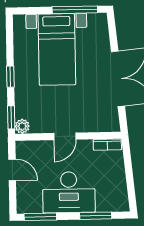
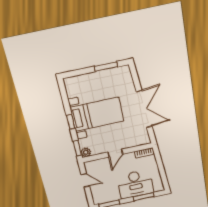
window: (75, 10) -> (106, 67), width x0.69
bed with nightstands: (57, 49) -> (97, 114), moved, turned -90
desk: (69, 192) -> (135, 184), moved

